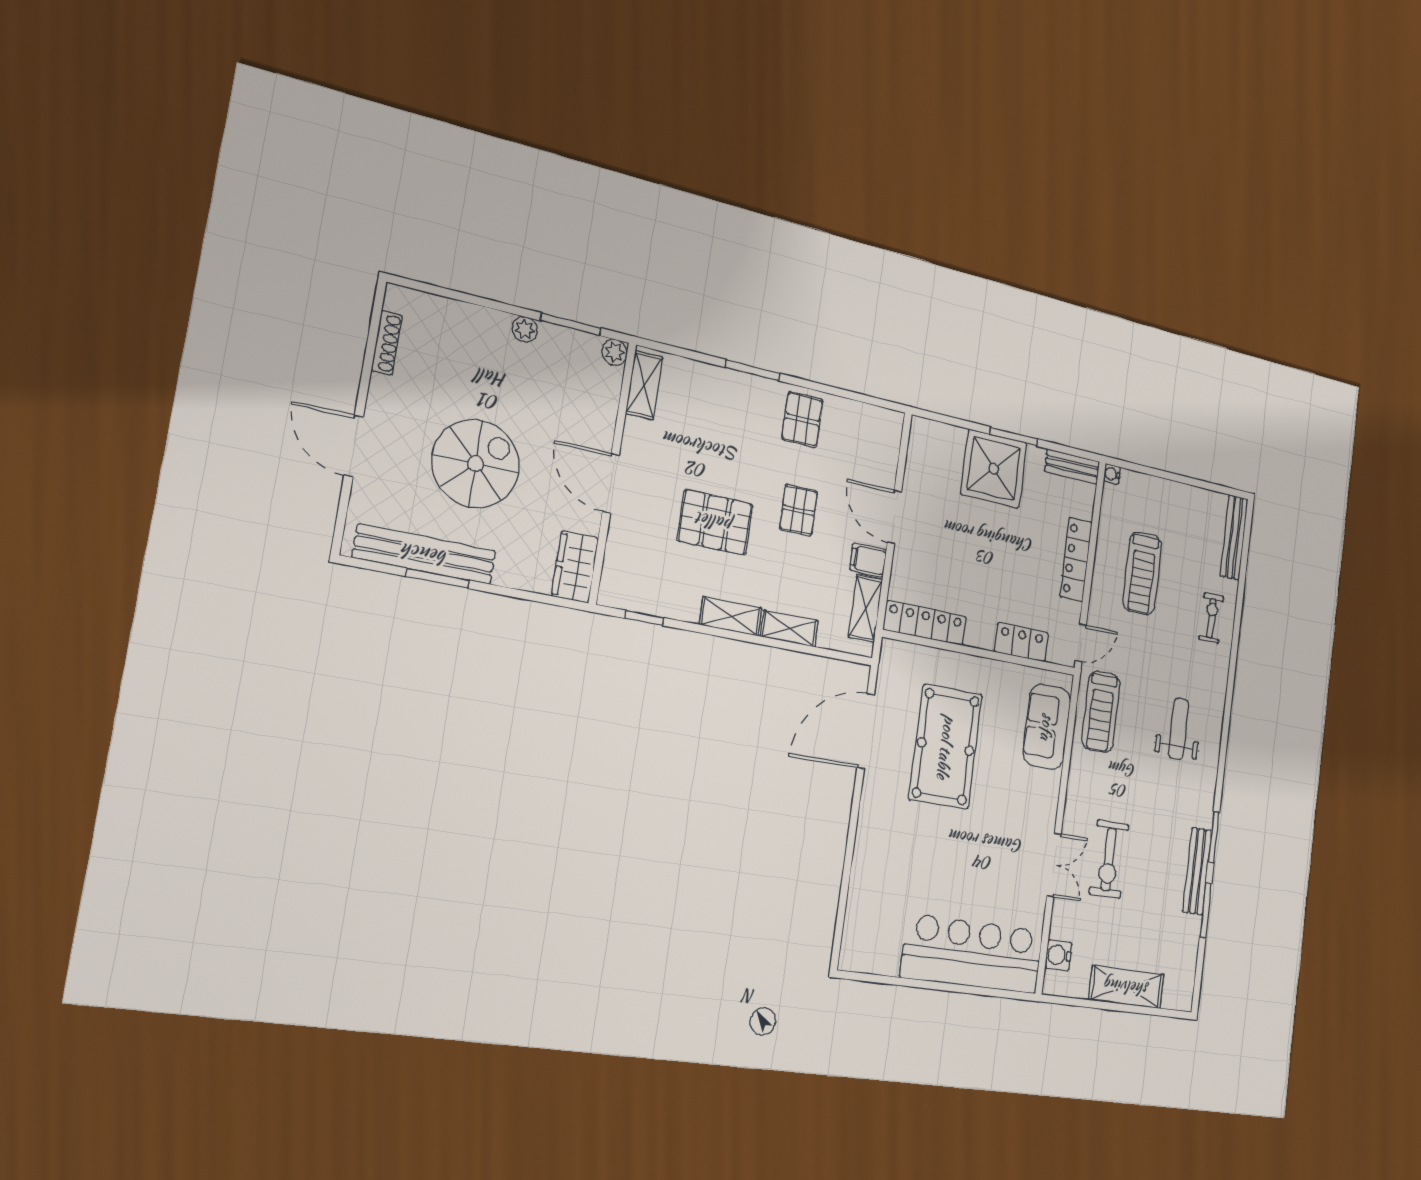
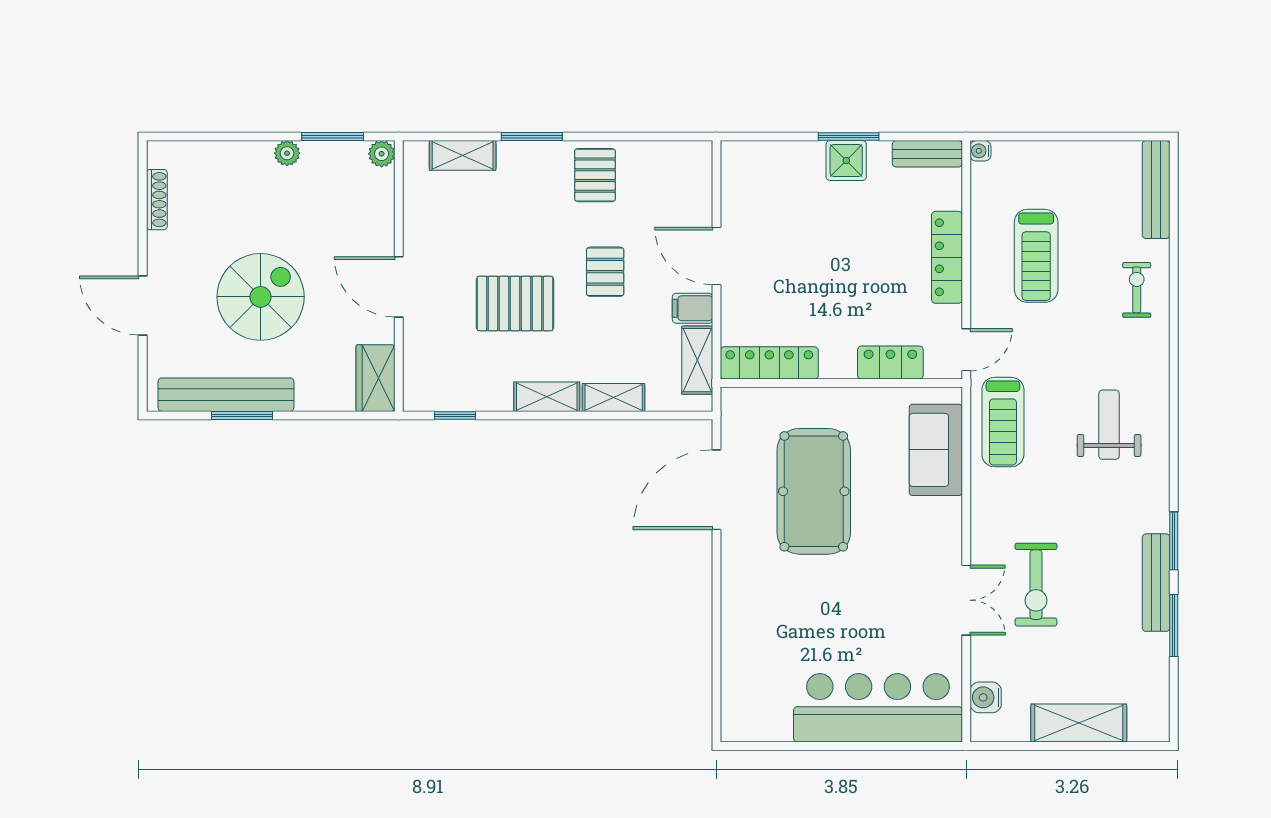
shelving: (644, 385) -> (463, 155), moved, turned 90
shower: (994, 469) -> (846, 160), width x0.54, depth x0.54

